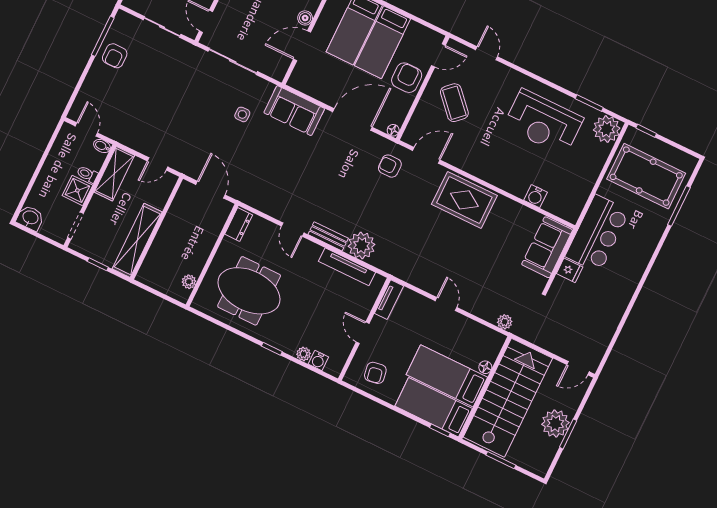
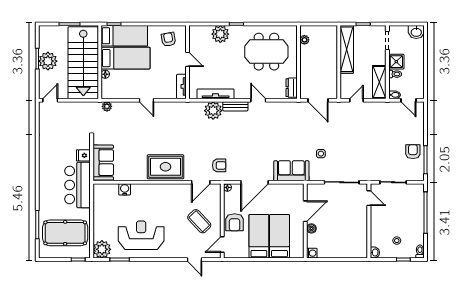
plant: (303, 354) -> (220, 34), width x1.88, depth x1.88
water cooler: (318, 360) -> (206, 30), removed

